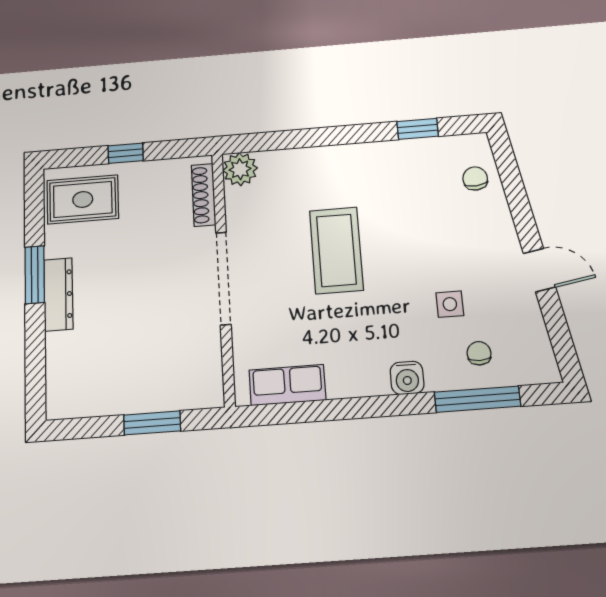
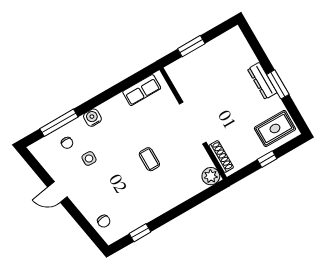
coffee table: (336, 250) -> (149, 159), width x0.54, depth x0.58

